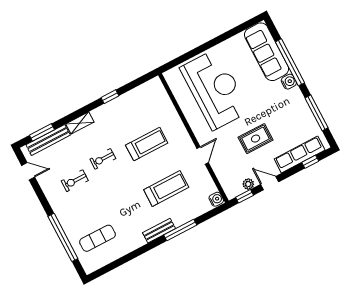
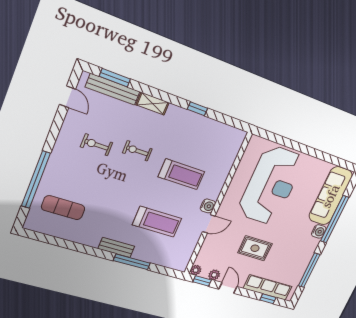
plant: (231, 194) -> (196, 270), added
water cooler: (216, 199) -> (208, 206), moved

